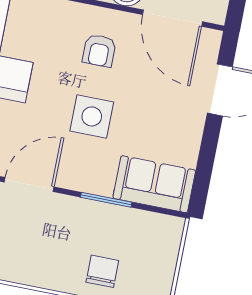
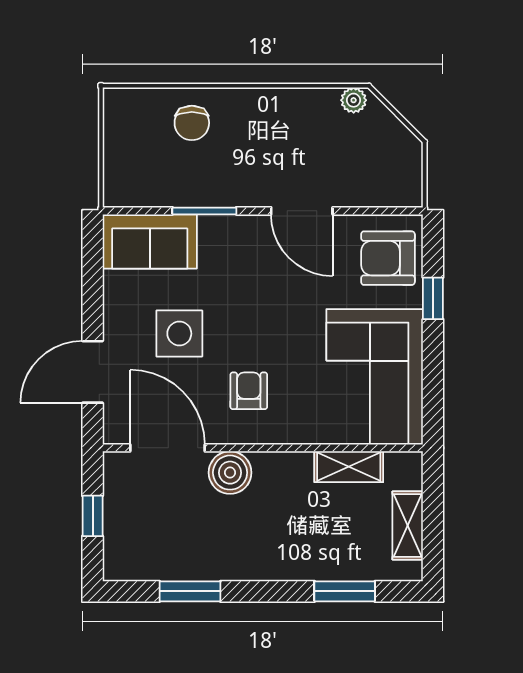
side table: (92, 116) -> (179, 334), moved
door: (29, 185) -> (302, 211), hinge flipped

